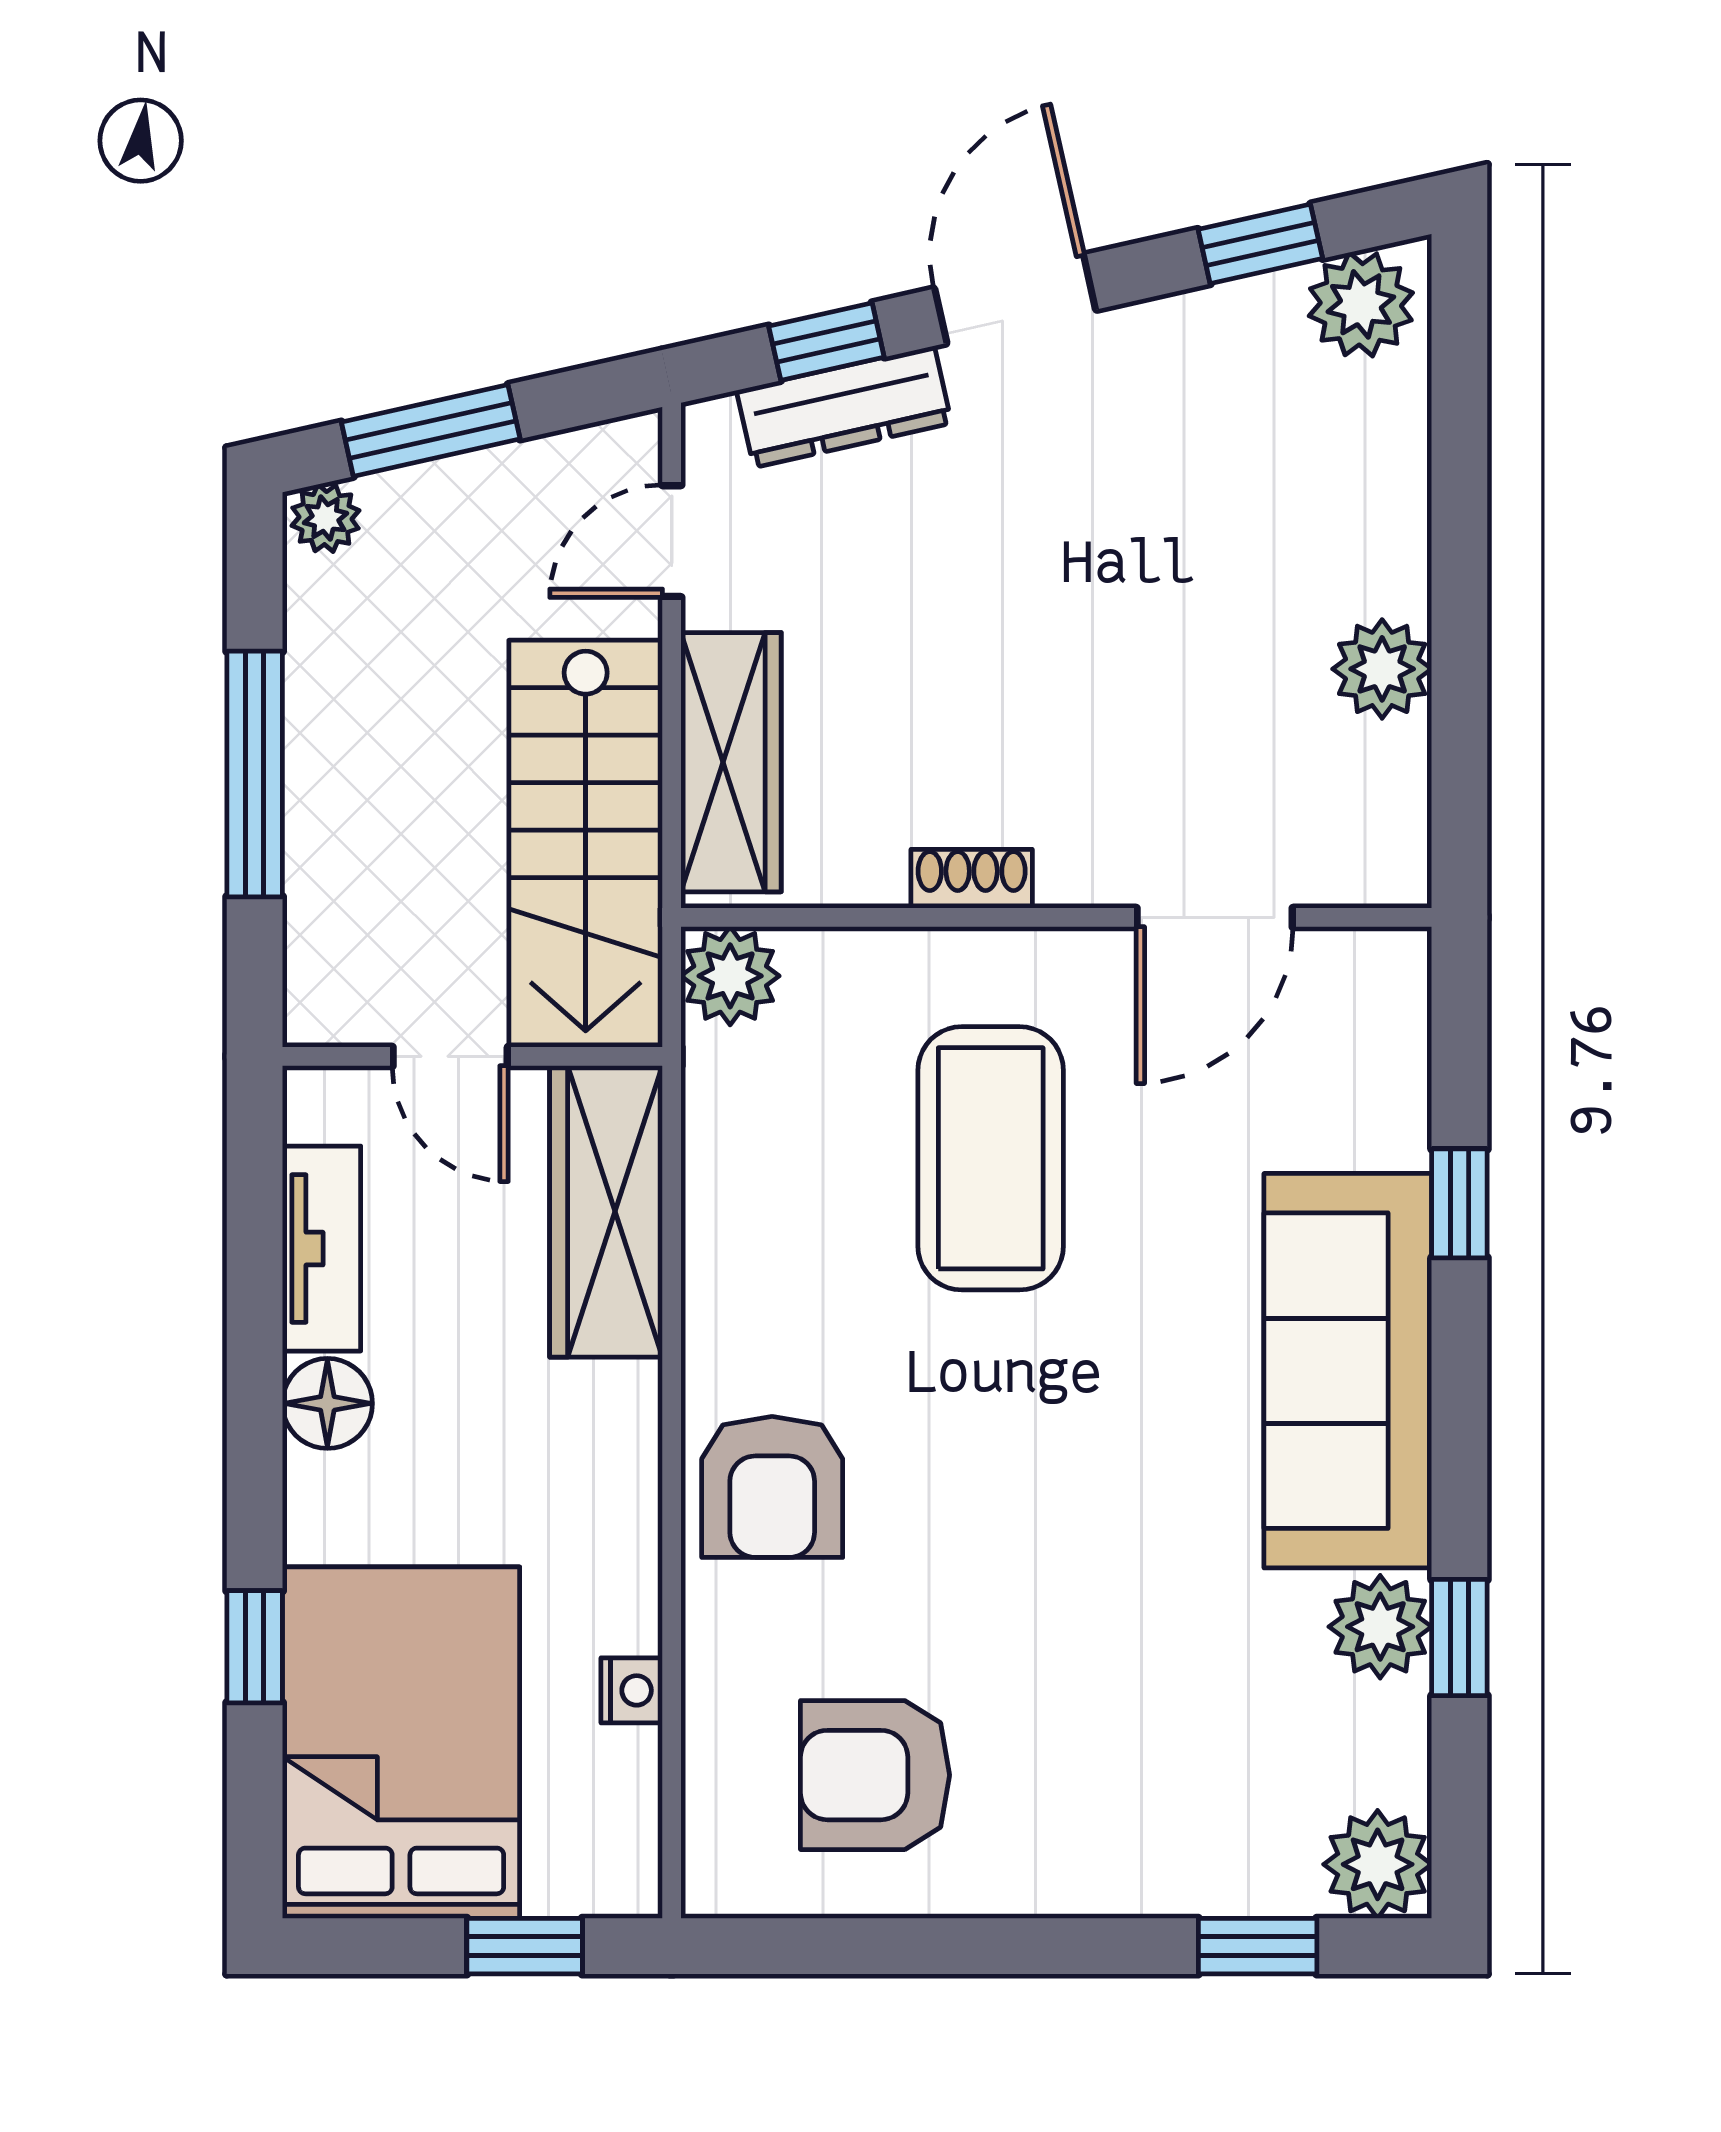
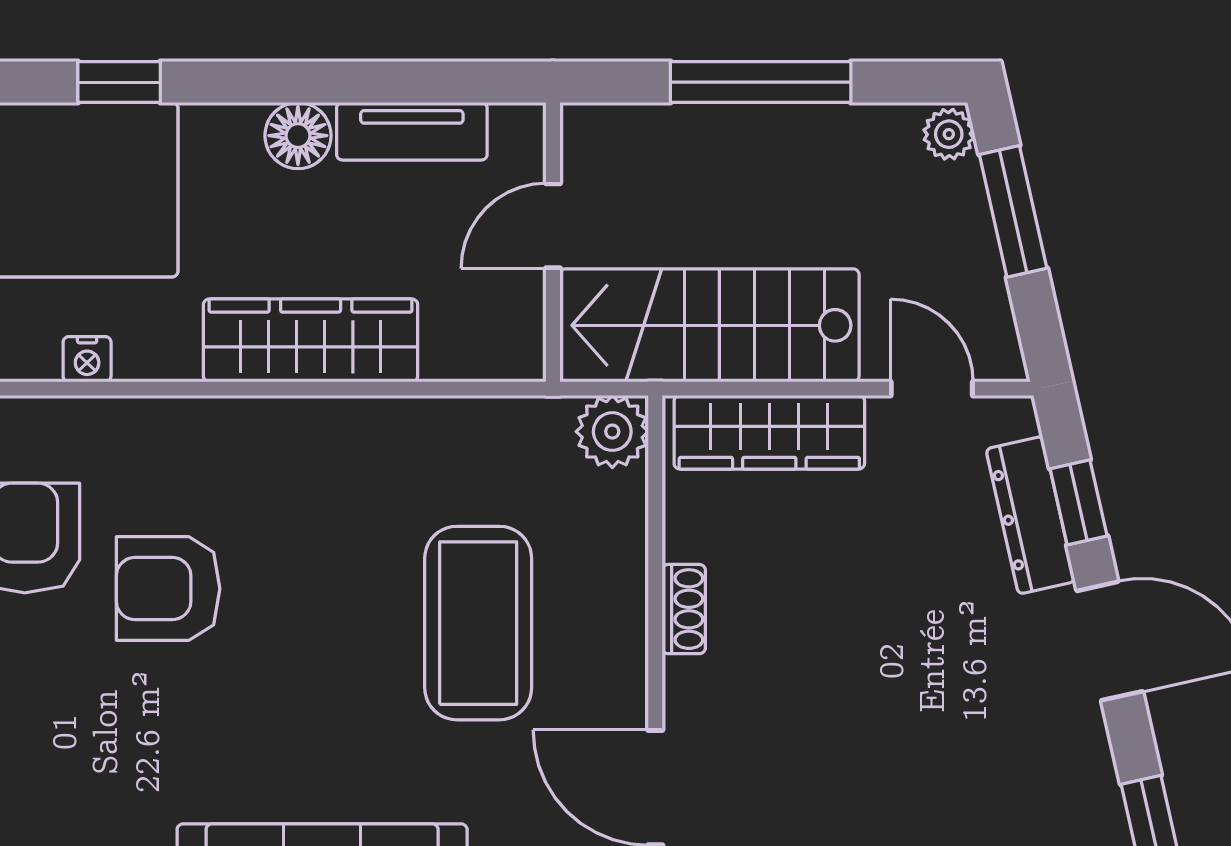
coffee table: (991, 1158) -> (478, 623), turned 90
wardrobe: (606, 1211) -> (311, 340), moved
armchair: (772, 1487) -> (168, 589), moved

